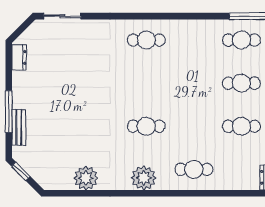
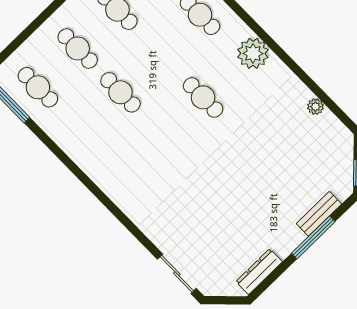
cafe table: (146, 40) -> (120, 92), moved
dresser: (19, 57) -> (259, 272), width x1.44
plant: (86, 178) -> (315, 107), width x0.53, depth x0.53

